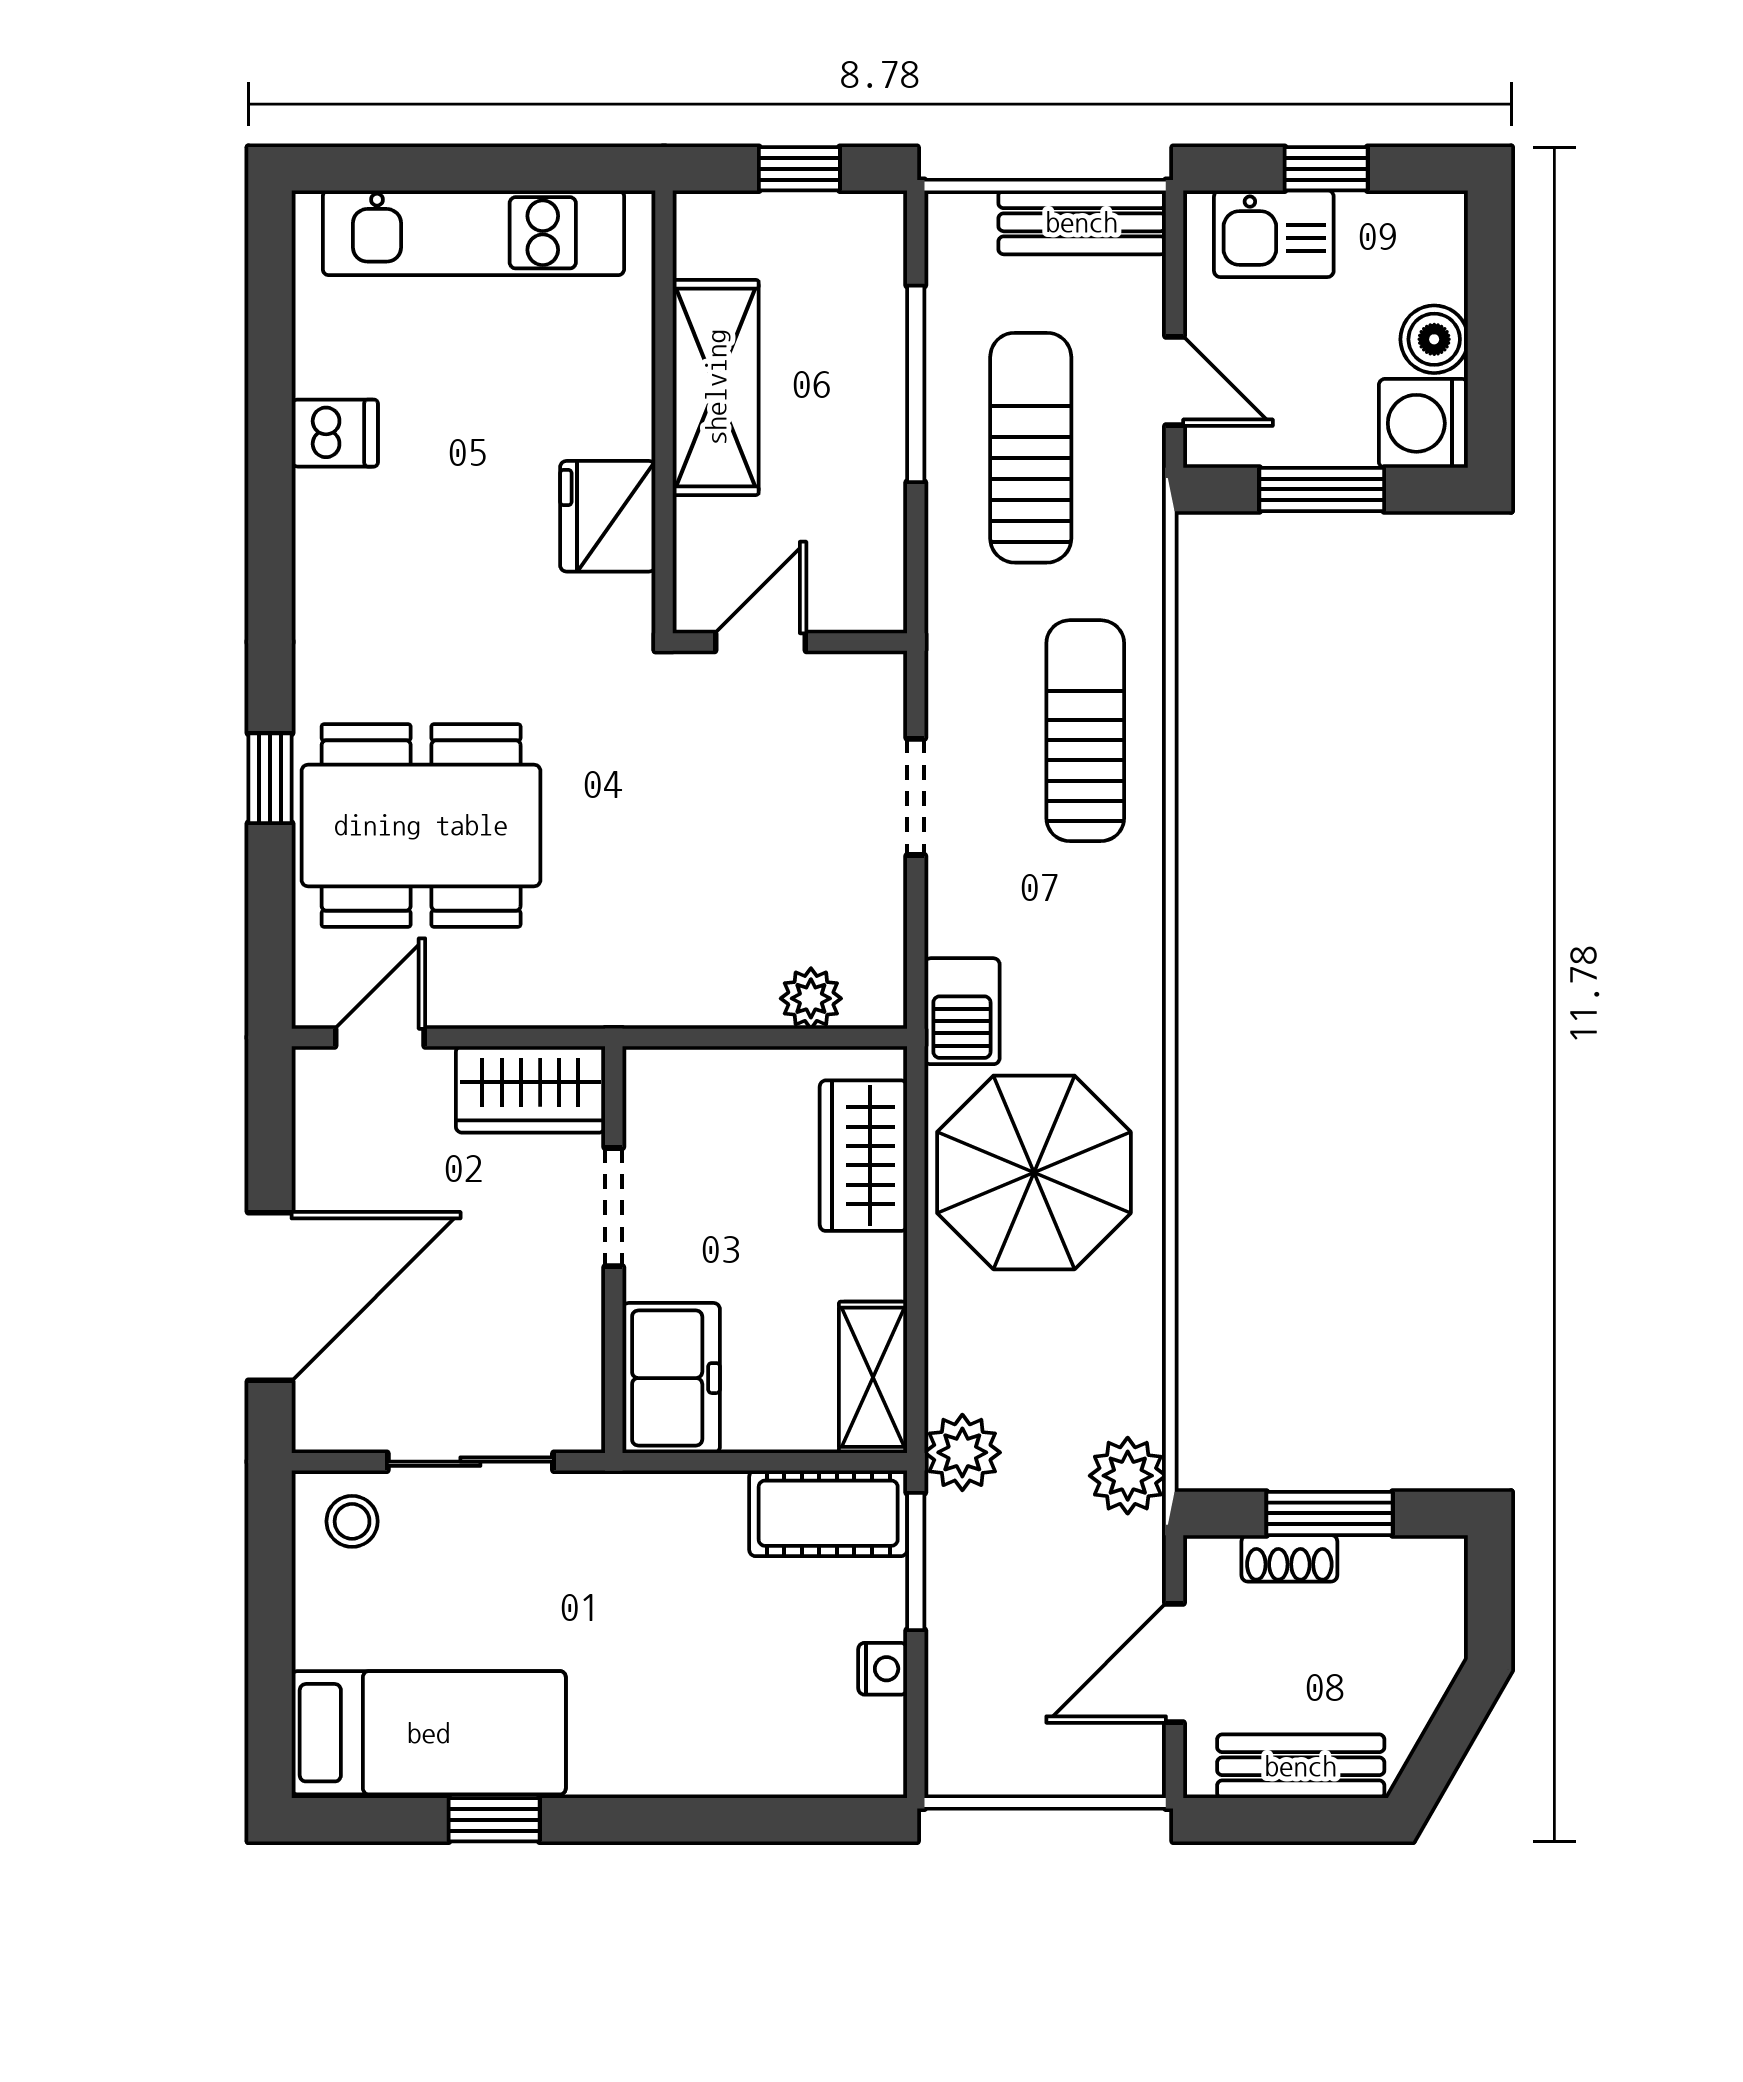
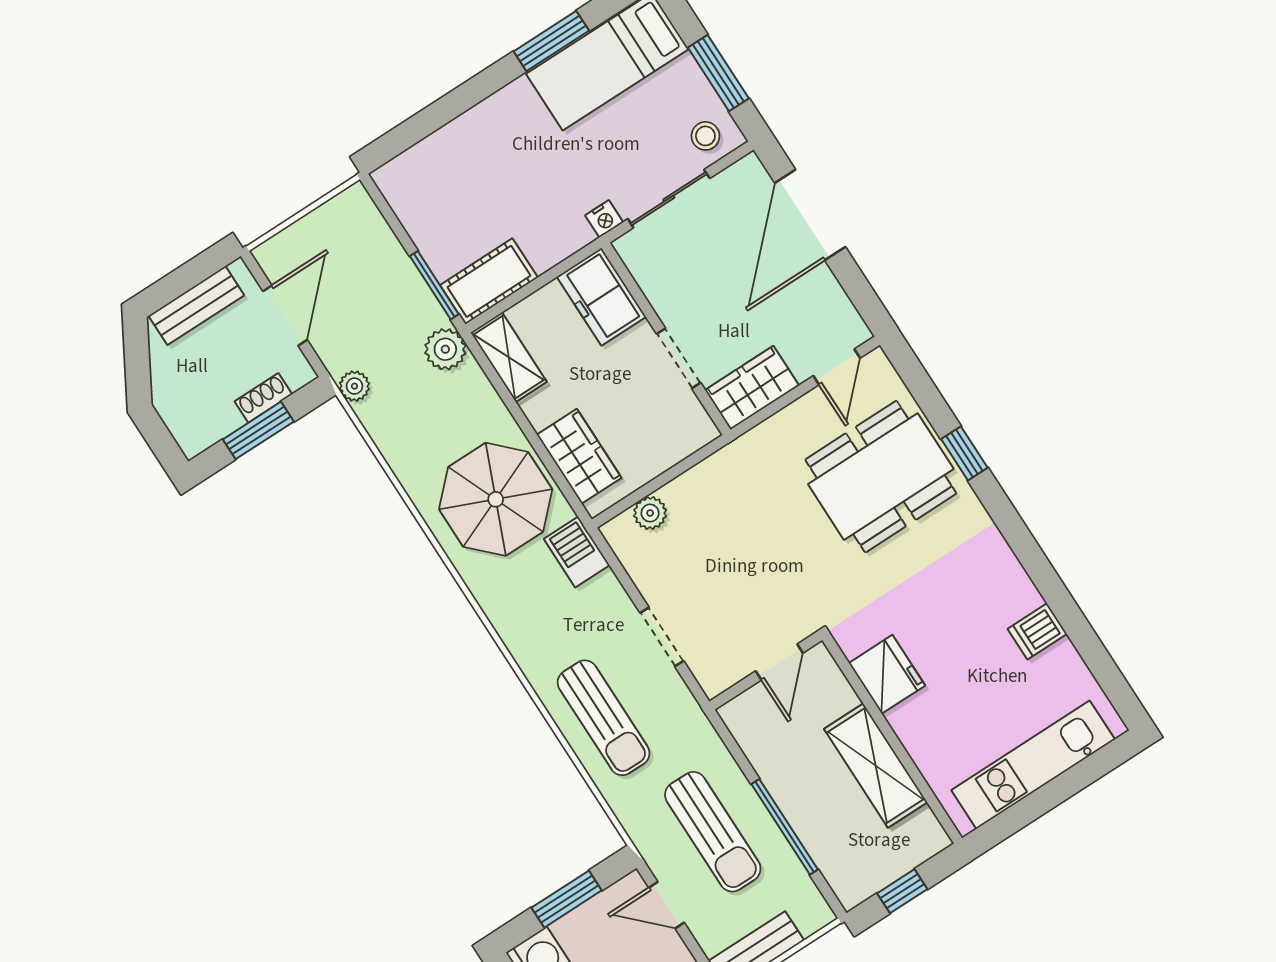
plant: (1128, 1476) -> (354, 386), width x0.73, depth x0.73
window: (270, 1605) -> (718, 73), added
nightstand: (883, 1669) -> (604, 219), moved, turned -90
window: (494, 1820) -> (551, 41), width x1.50

